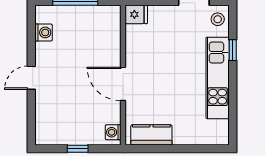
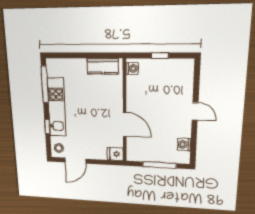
door: (31, 78) -> (195, 111), hinge flipped
door: (123, 84) -> (125, 124), moved
window: (233, 110) -> (45, 84), added

